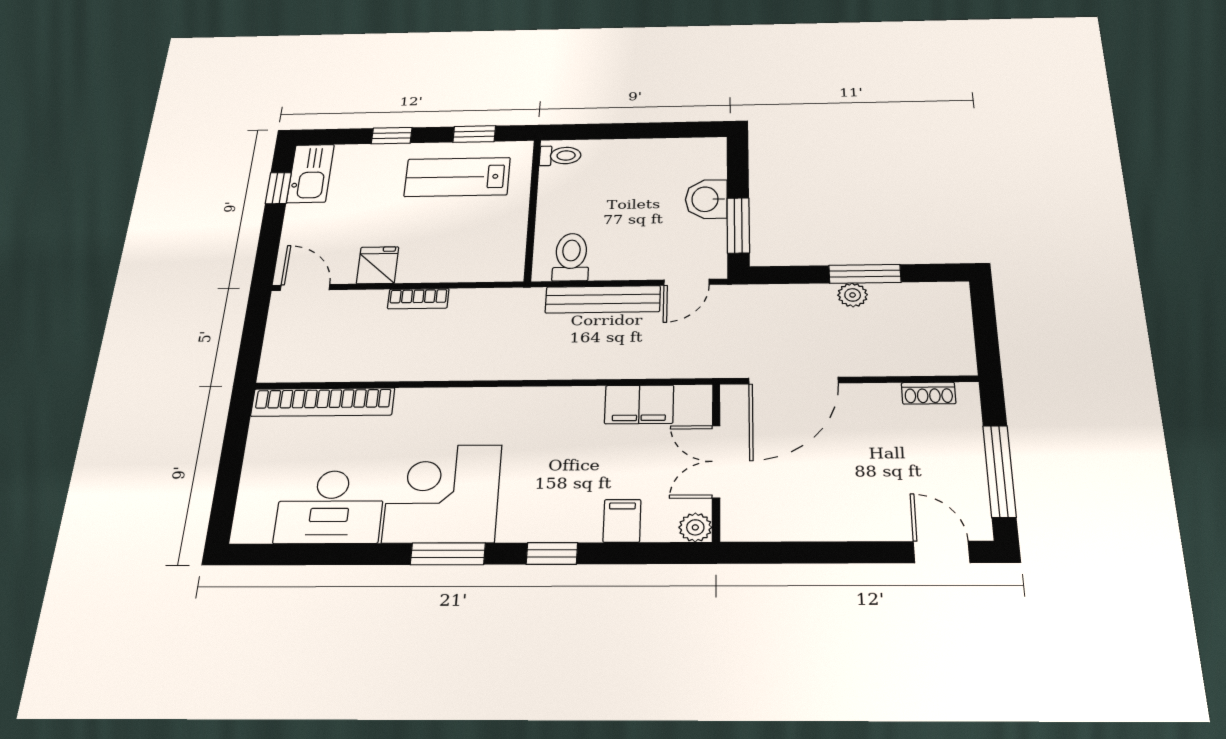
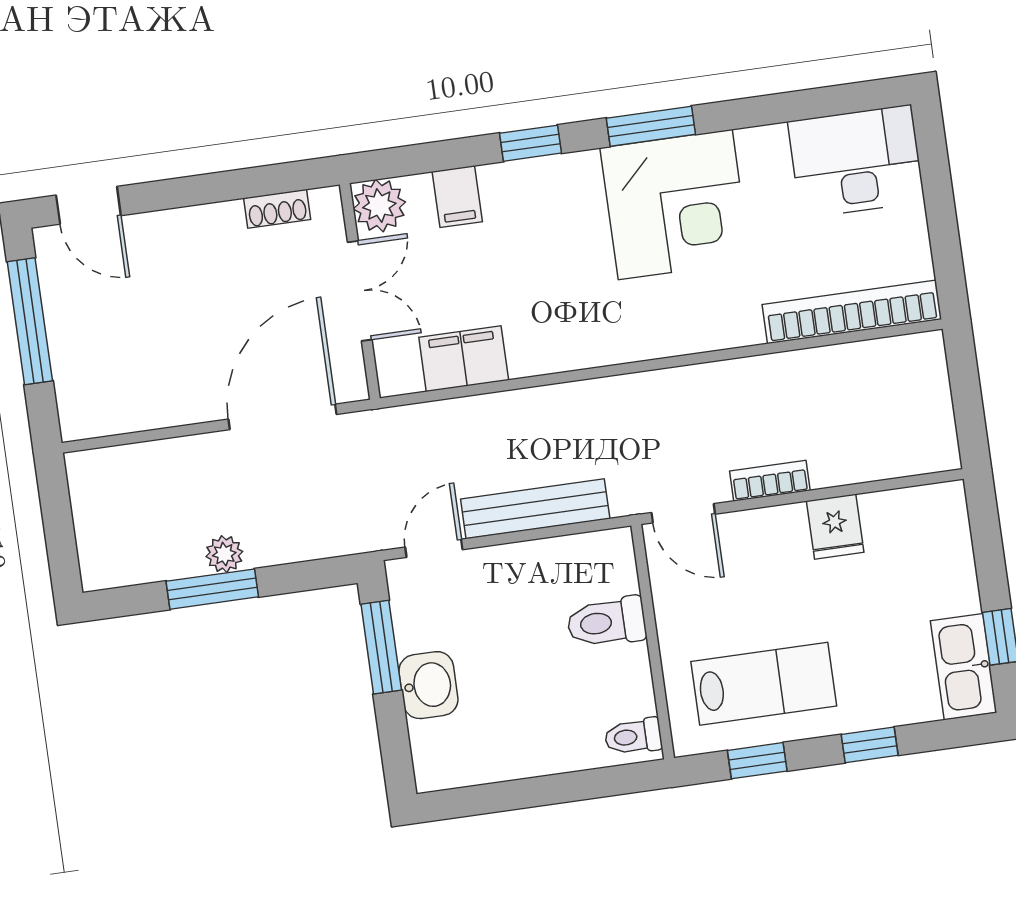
toilet: (571, 257) -> (607, 622), moved, turned 90
door: (305, 288) -> (683, 513), moved
shoe rack: (929, 393) -> (277, 209), moved, turned 180
desk: (330, 507) -> (856, 161), moved
plant: (695, 527) -> (379, 206), width x1.38, depth x1.38

